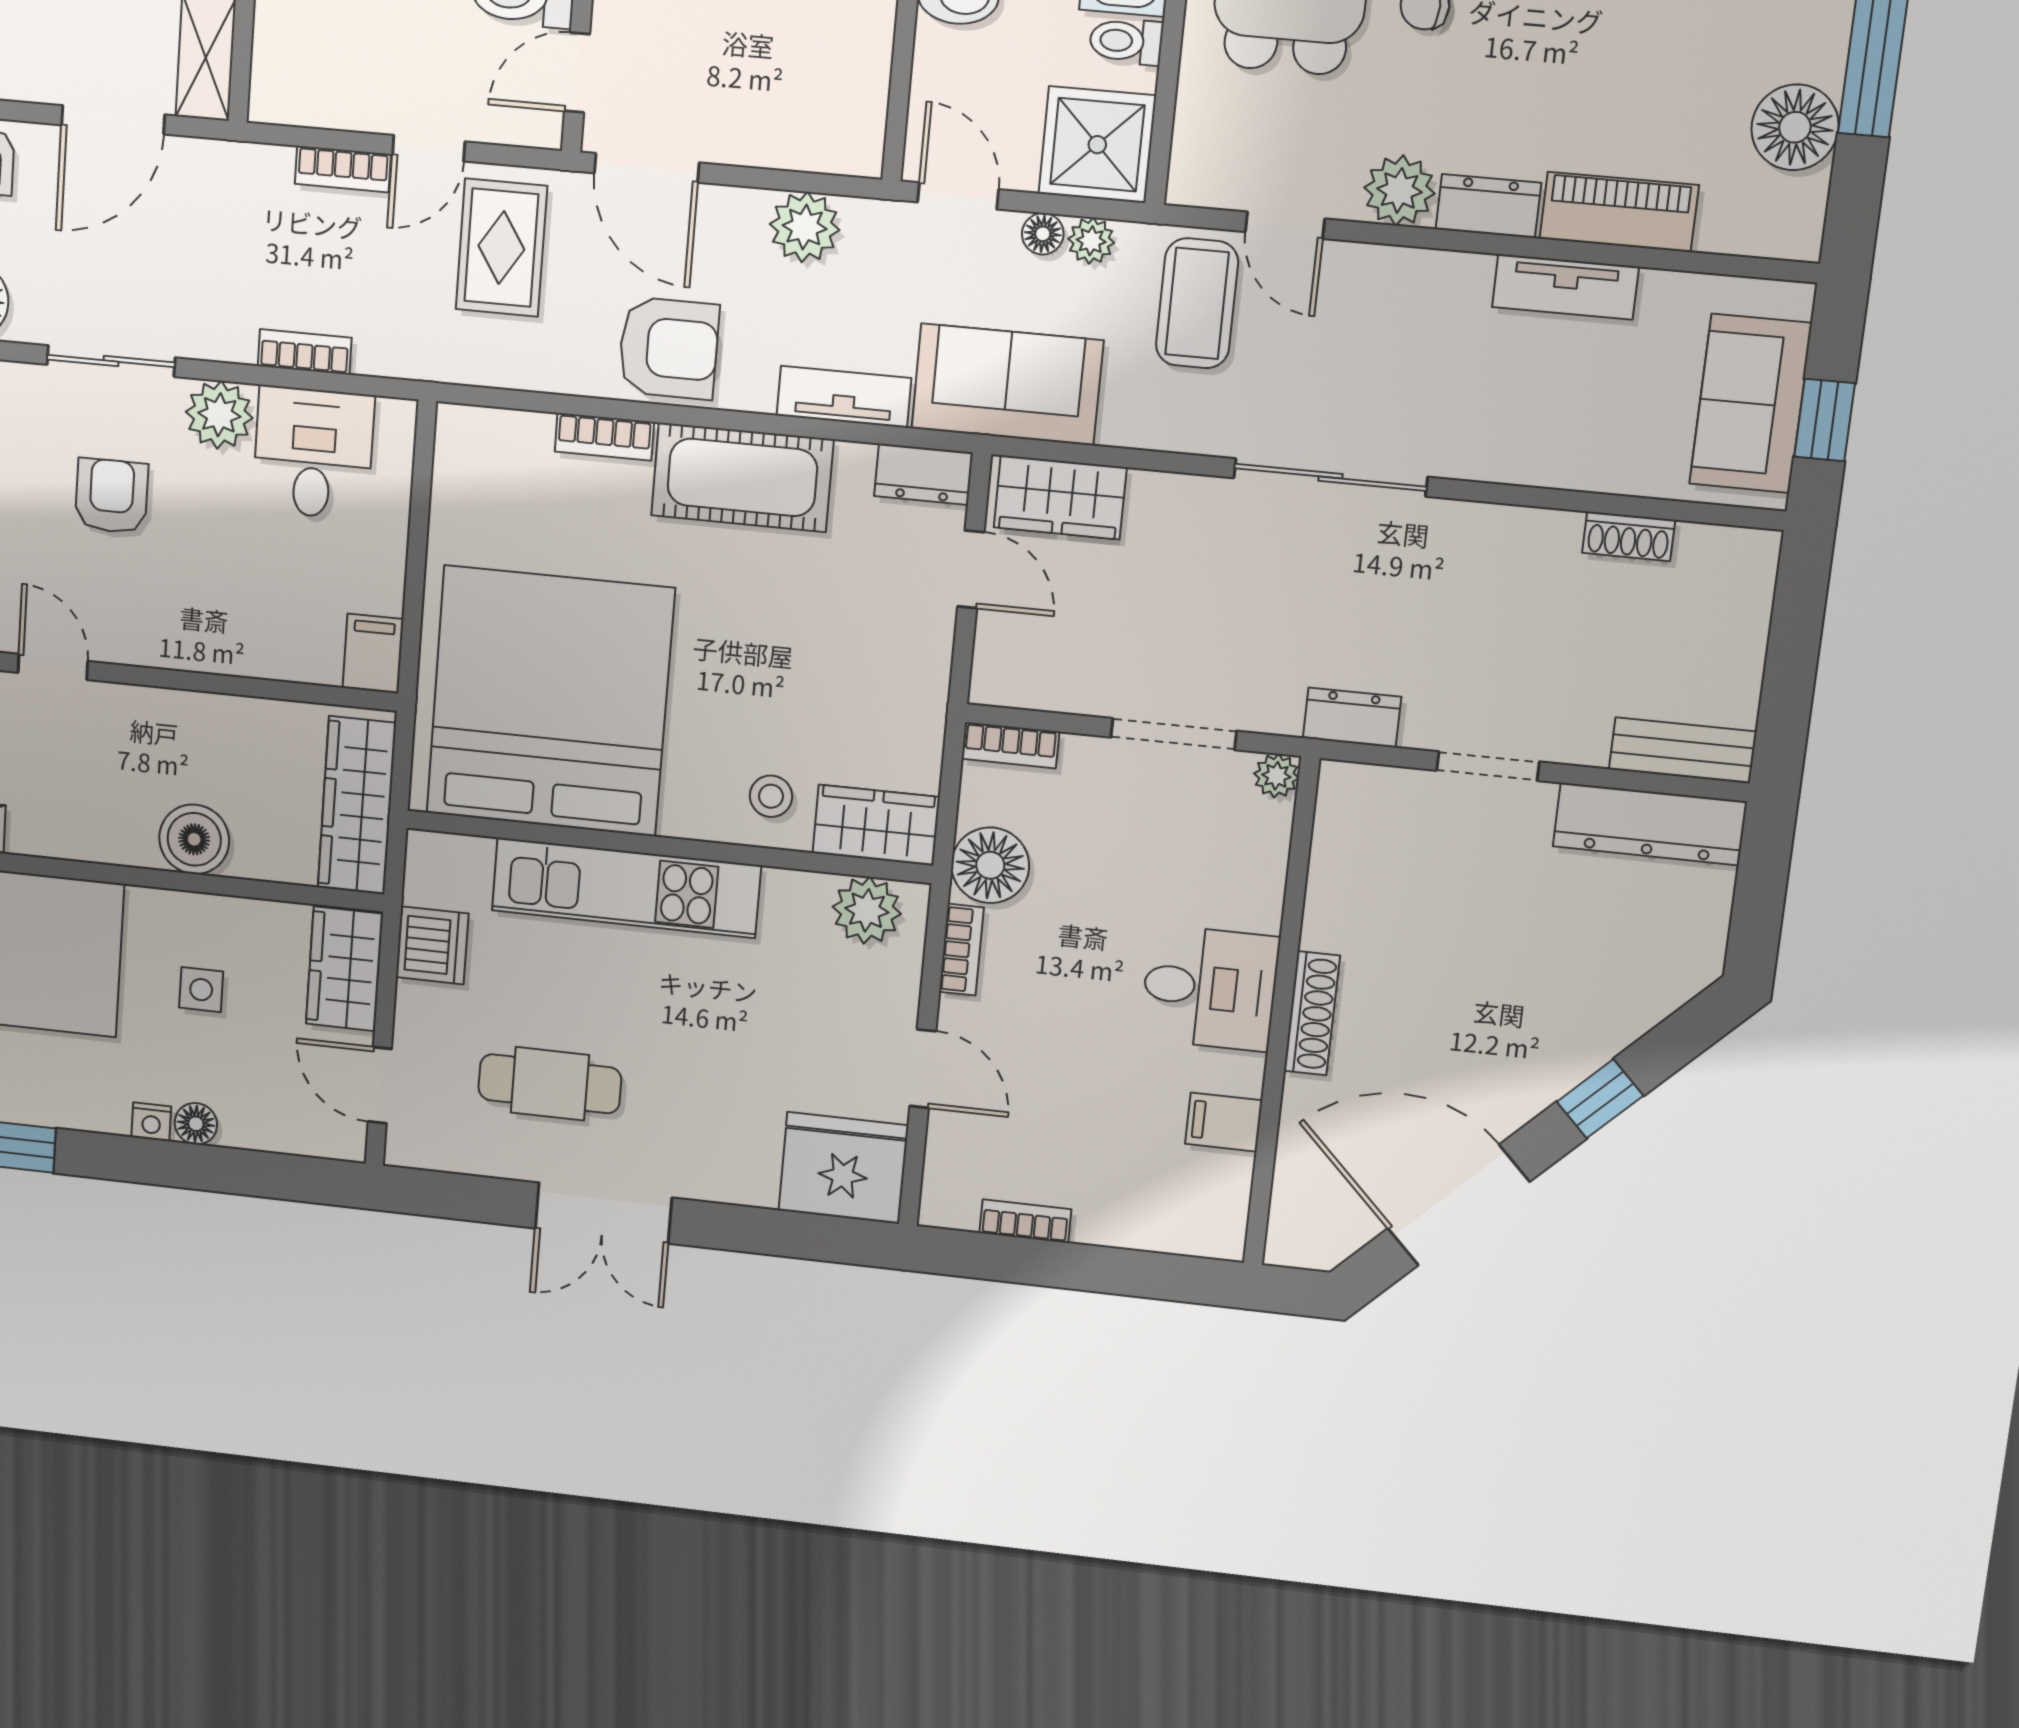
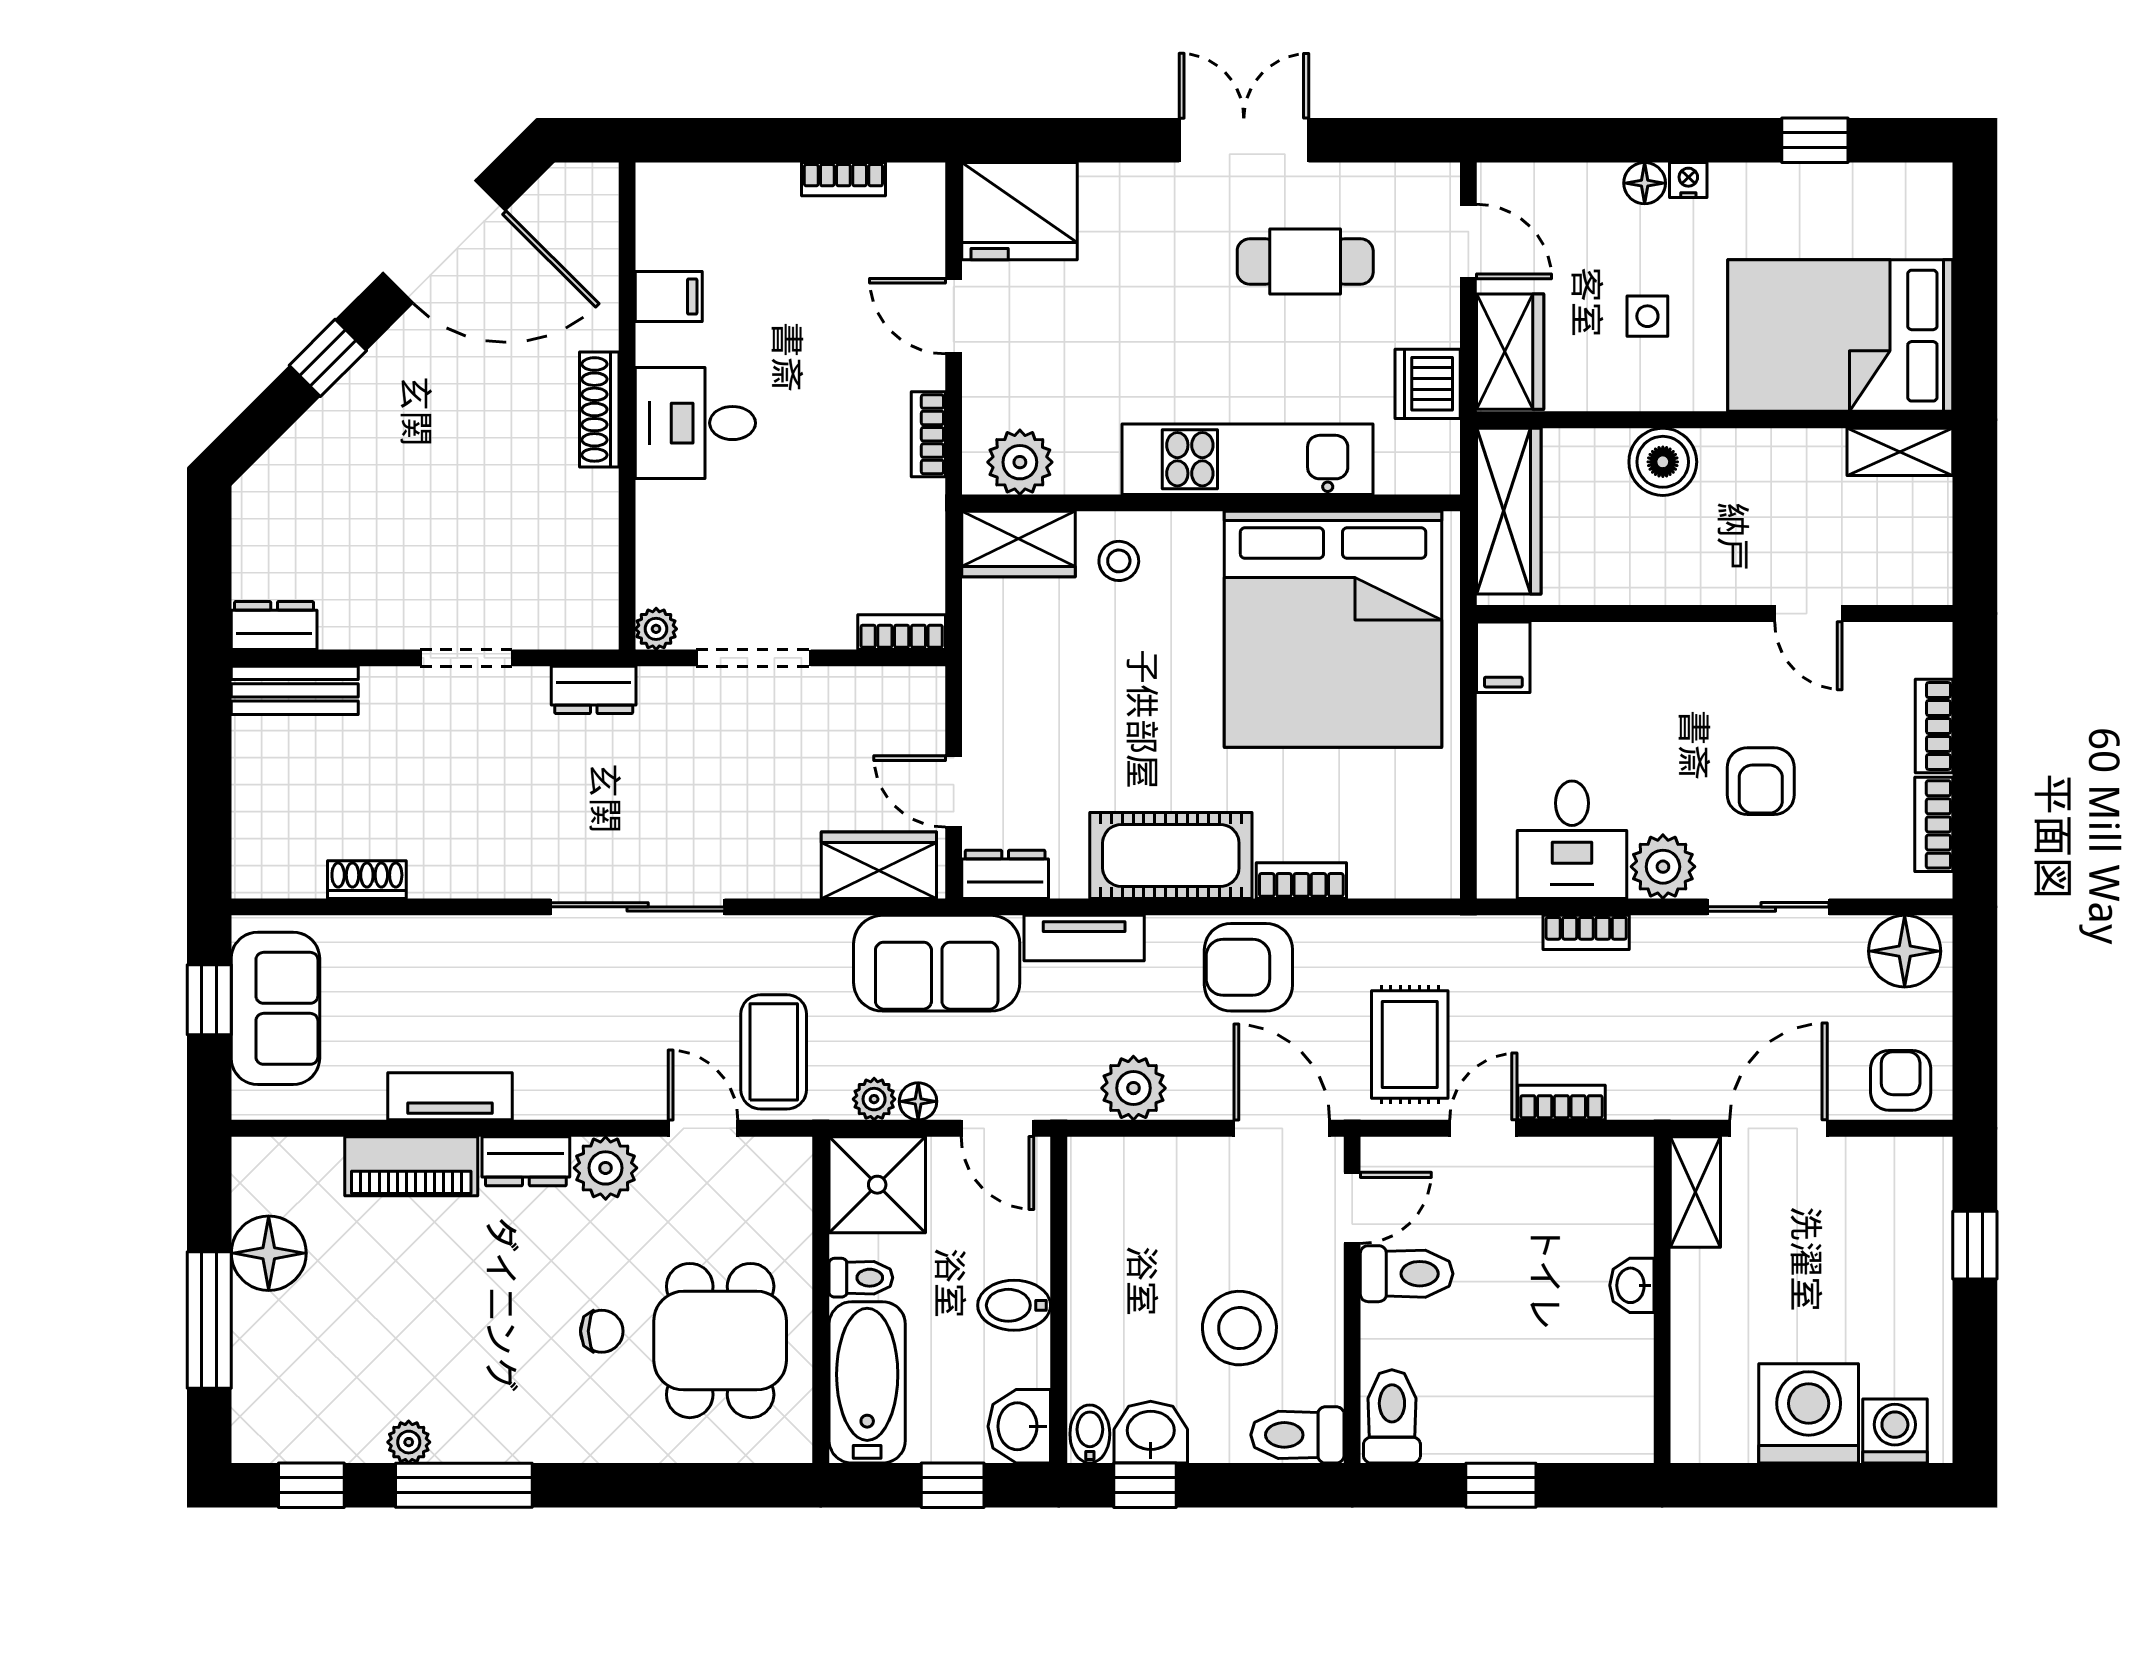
dresser: (1650, 824) -> (274, 625), width x0.51, depth x0.80
floor lamp: (990, 865) -> (909, 517), removed

